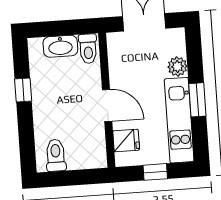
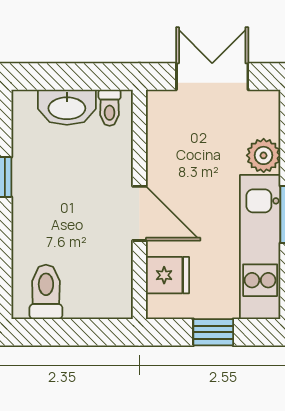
toilet: (88, 49) -> (110, 108), width x0.73, depth x0.72

